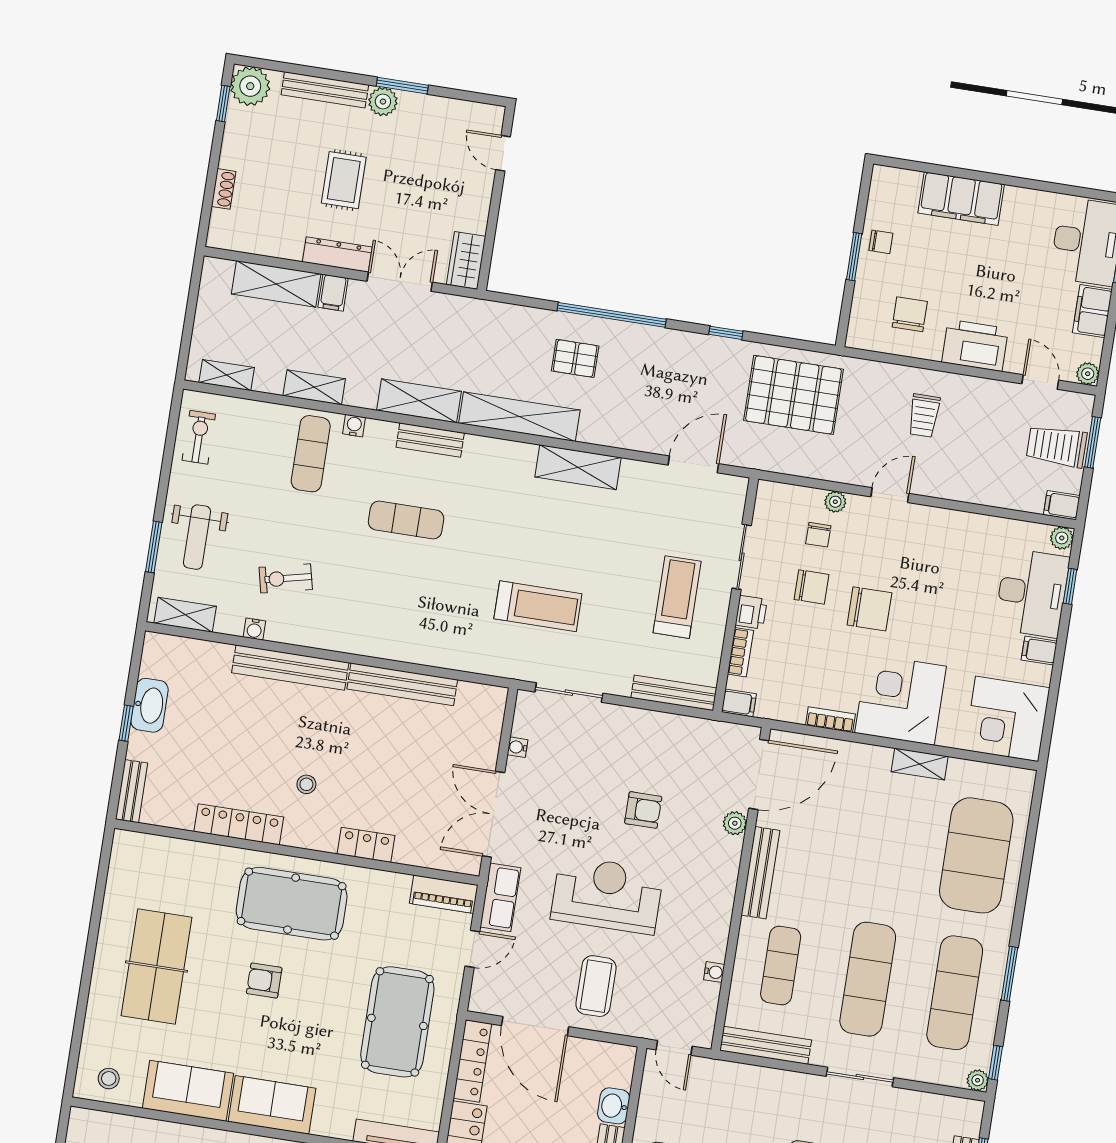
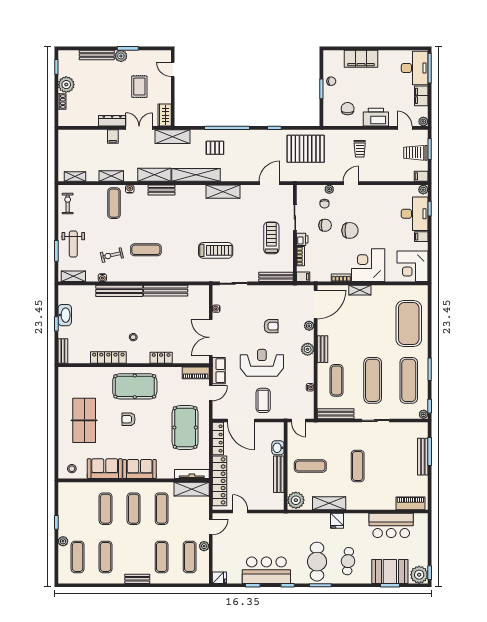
plant: (250, 86) -> (66, 85), moved
rug: (344, 180) -> (139, 87), moved
shelving: (276, 284) -> (172, 137), moved
exercise mat: (406, 520) -> (146, 250), moved
shelving: (920, 764) -> (360, 290), moved
bench: (760, 873) -> (322, 349), width x0.73
plant: (722, 880) -> (308, 349), added

